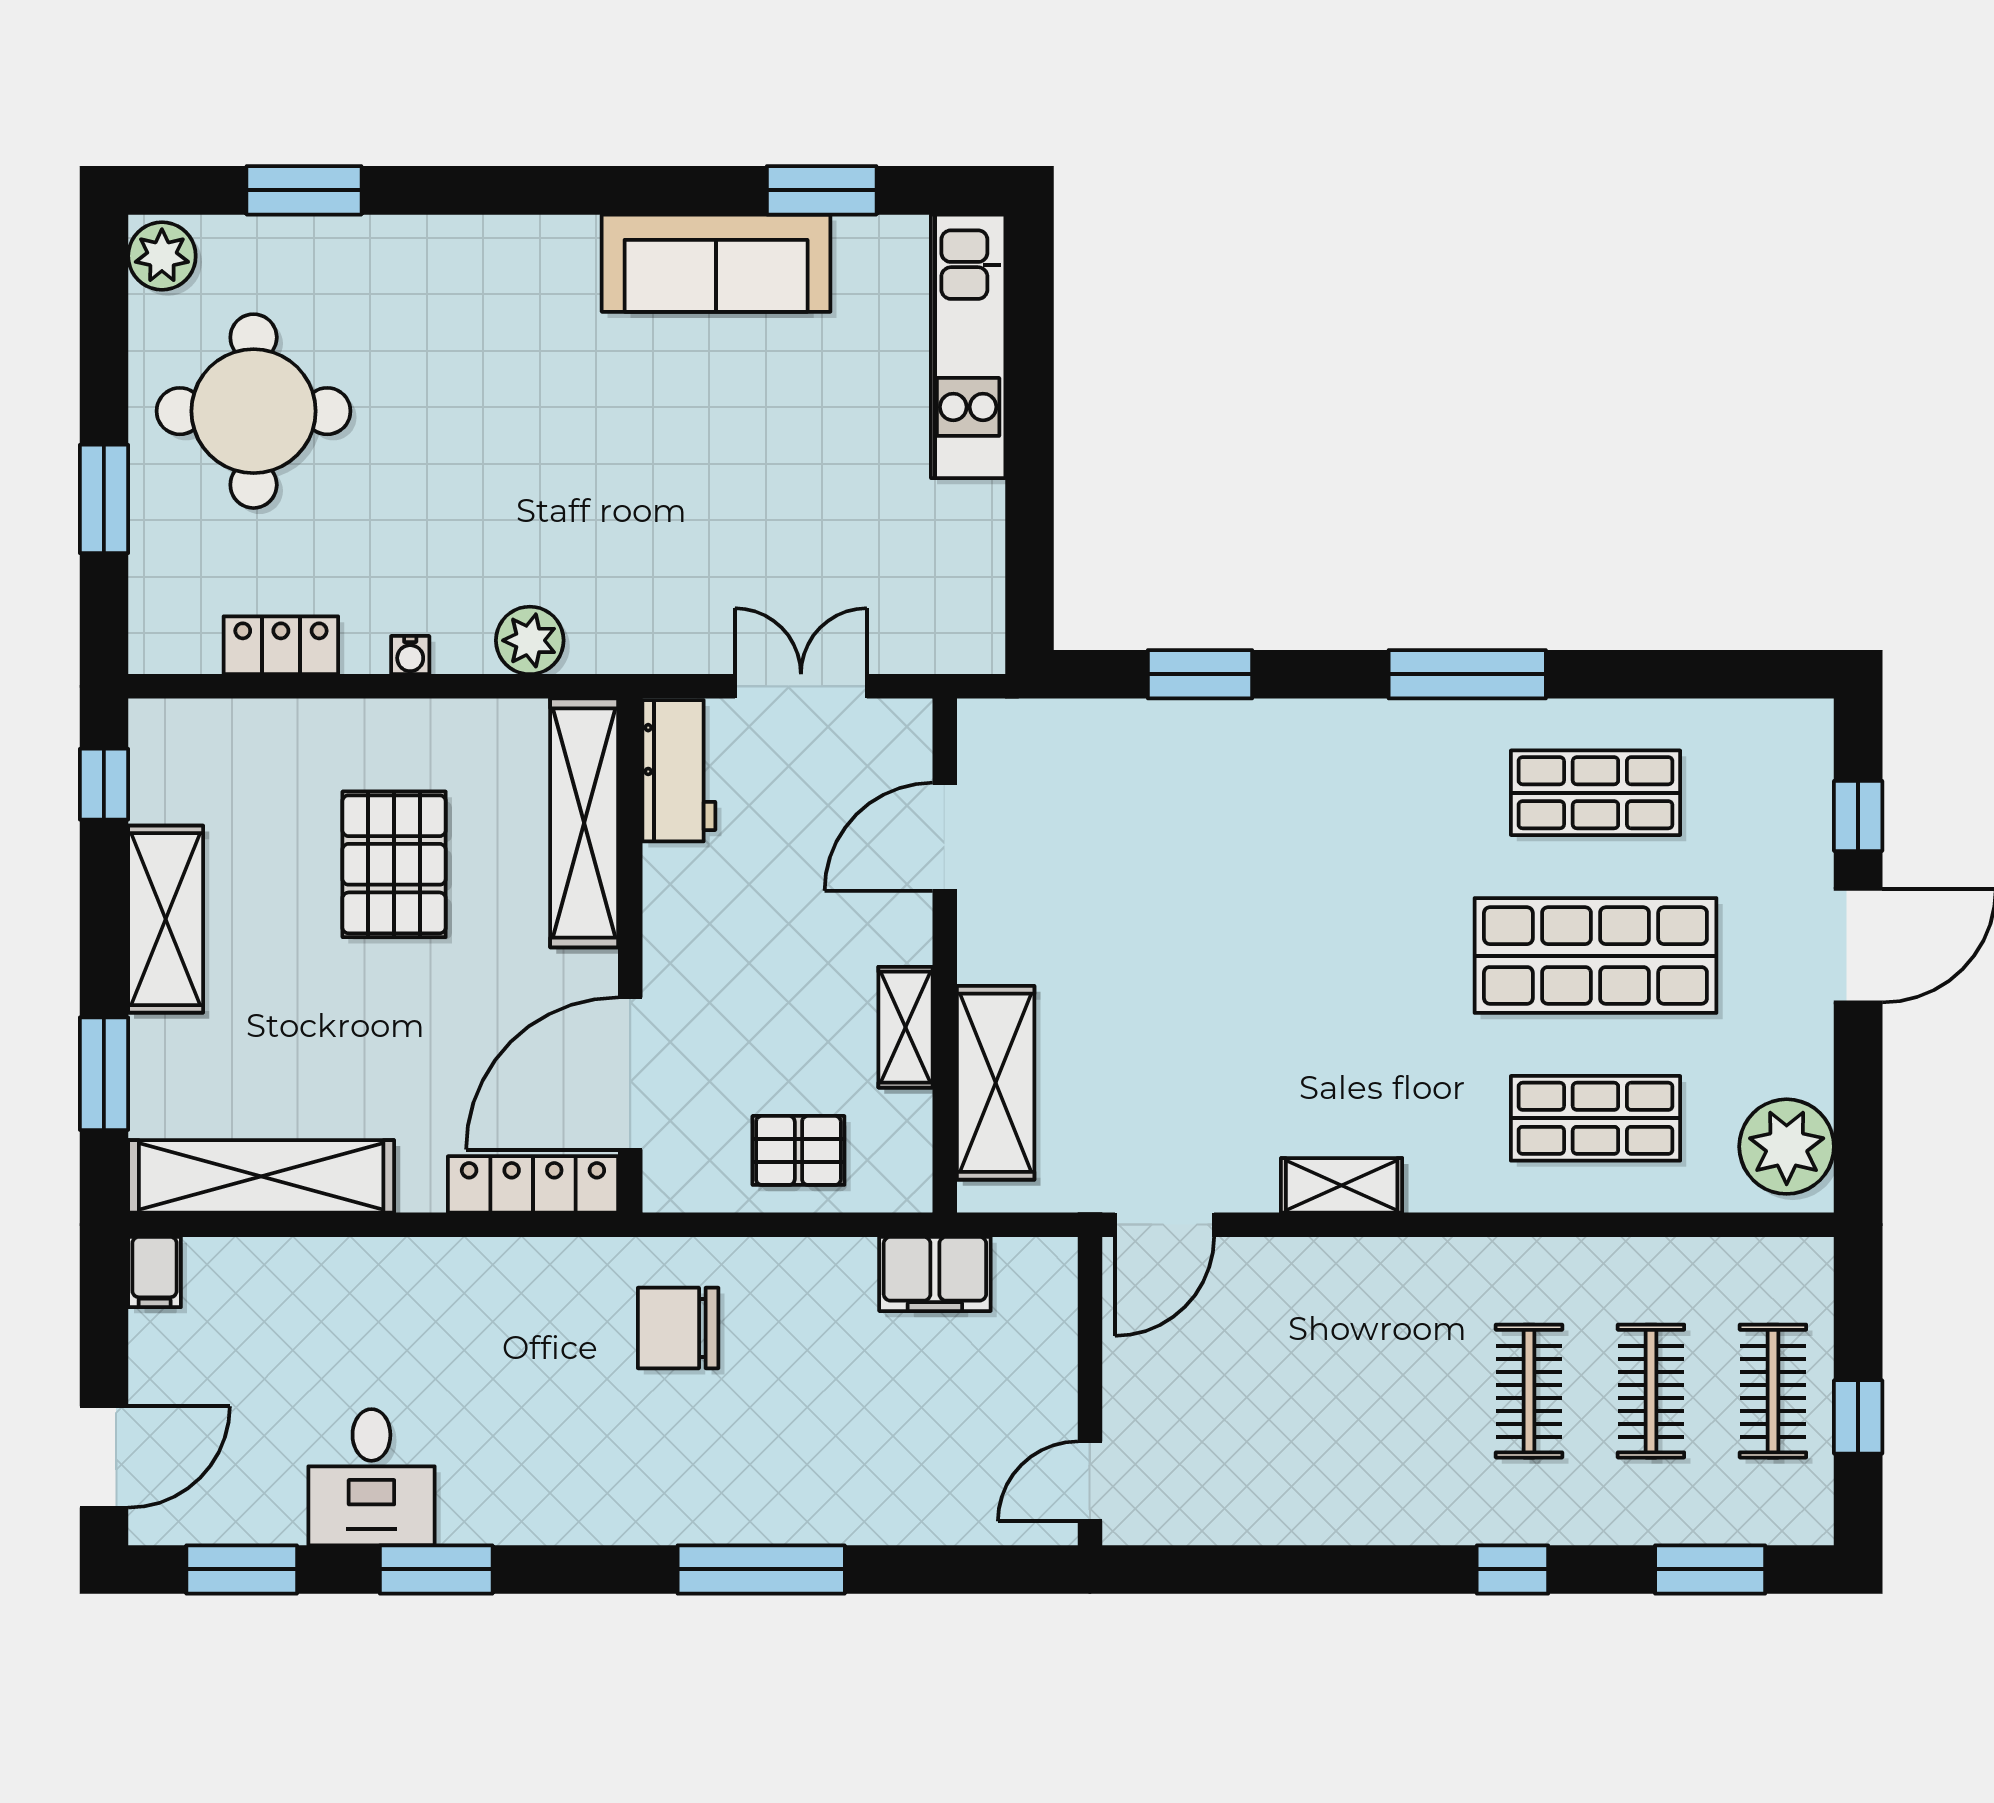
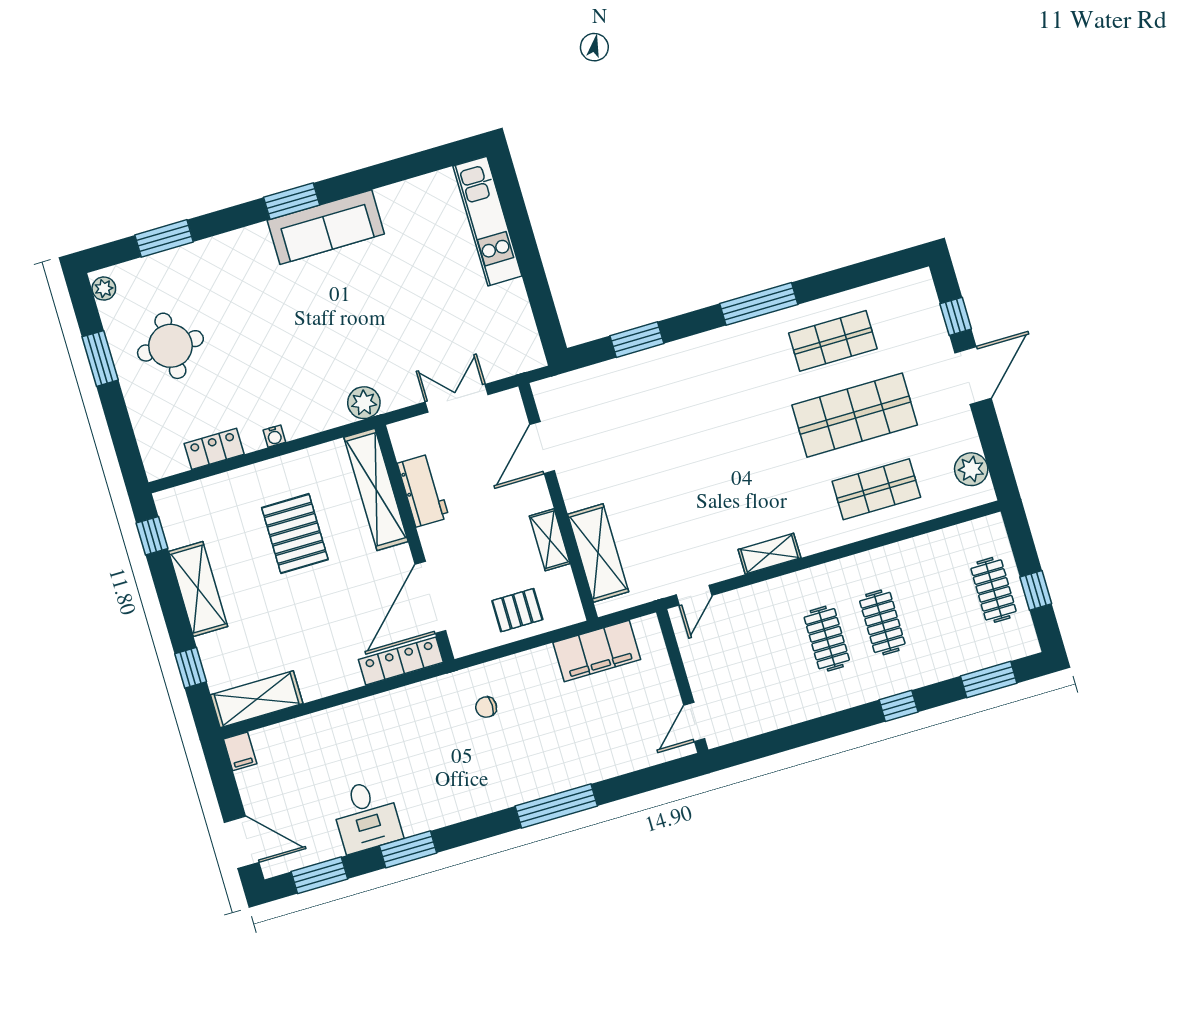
window: (822, 190) -> (292, 201), moved
plant: (162, 256) -> (104, 289), width x0.73, depth x0.73
sofa: (716, 263) -> (326, 227), moved
round table: (254, 411) -> (170, 346), width x0.73, depth x0.73
window: (104, 499) -> (100, 358), moved
plant: (530, 640) -> (364, 403), moved
workbench: (679, 771) -> (423, 490), moved
window: (104, 1074) -> (191, 668), width x0.67
plant: (1787, 1147) -> (971, 469), width x0.73, depth x0.73
shelving: (261, 1176) -> (257, 699), width x0.68
door: (1164, 1225) -> (694, 595), width x0.73
filing cabinet: (935, 1274) -> (597, 651), width x1.50, depth x1.17
chair: (678, 1328) -> (486, 707), width x0.54, depth x0.54
clothes rail: (1651, 1391) -> (827, 639), moved
door: (104, 1457) -> (242, 842), hinge flipped

